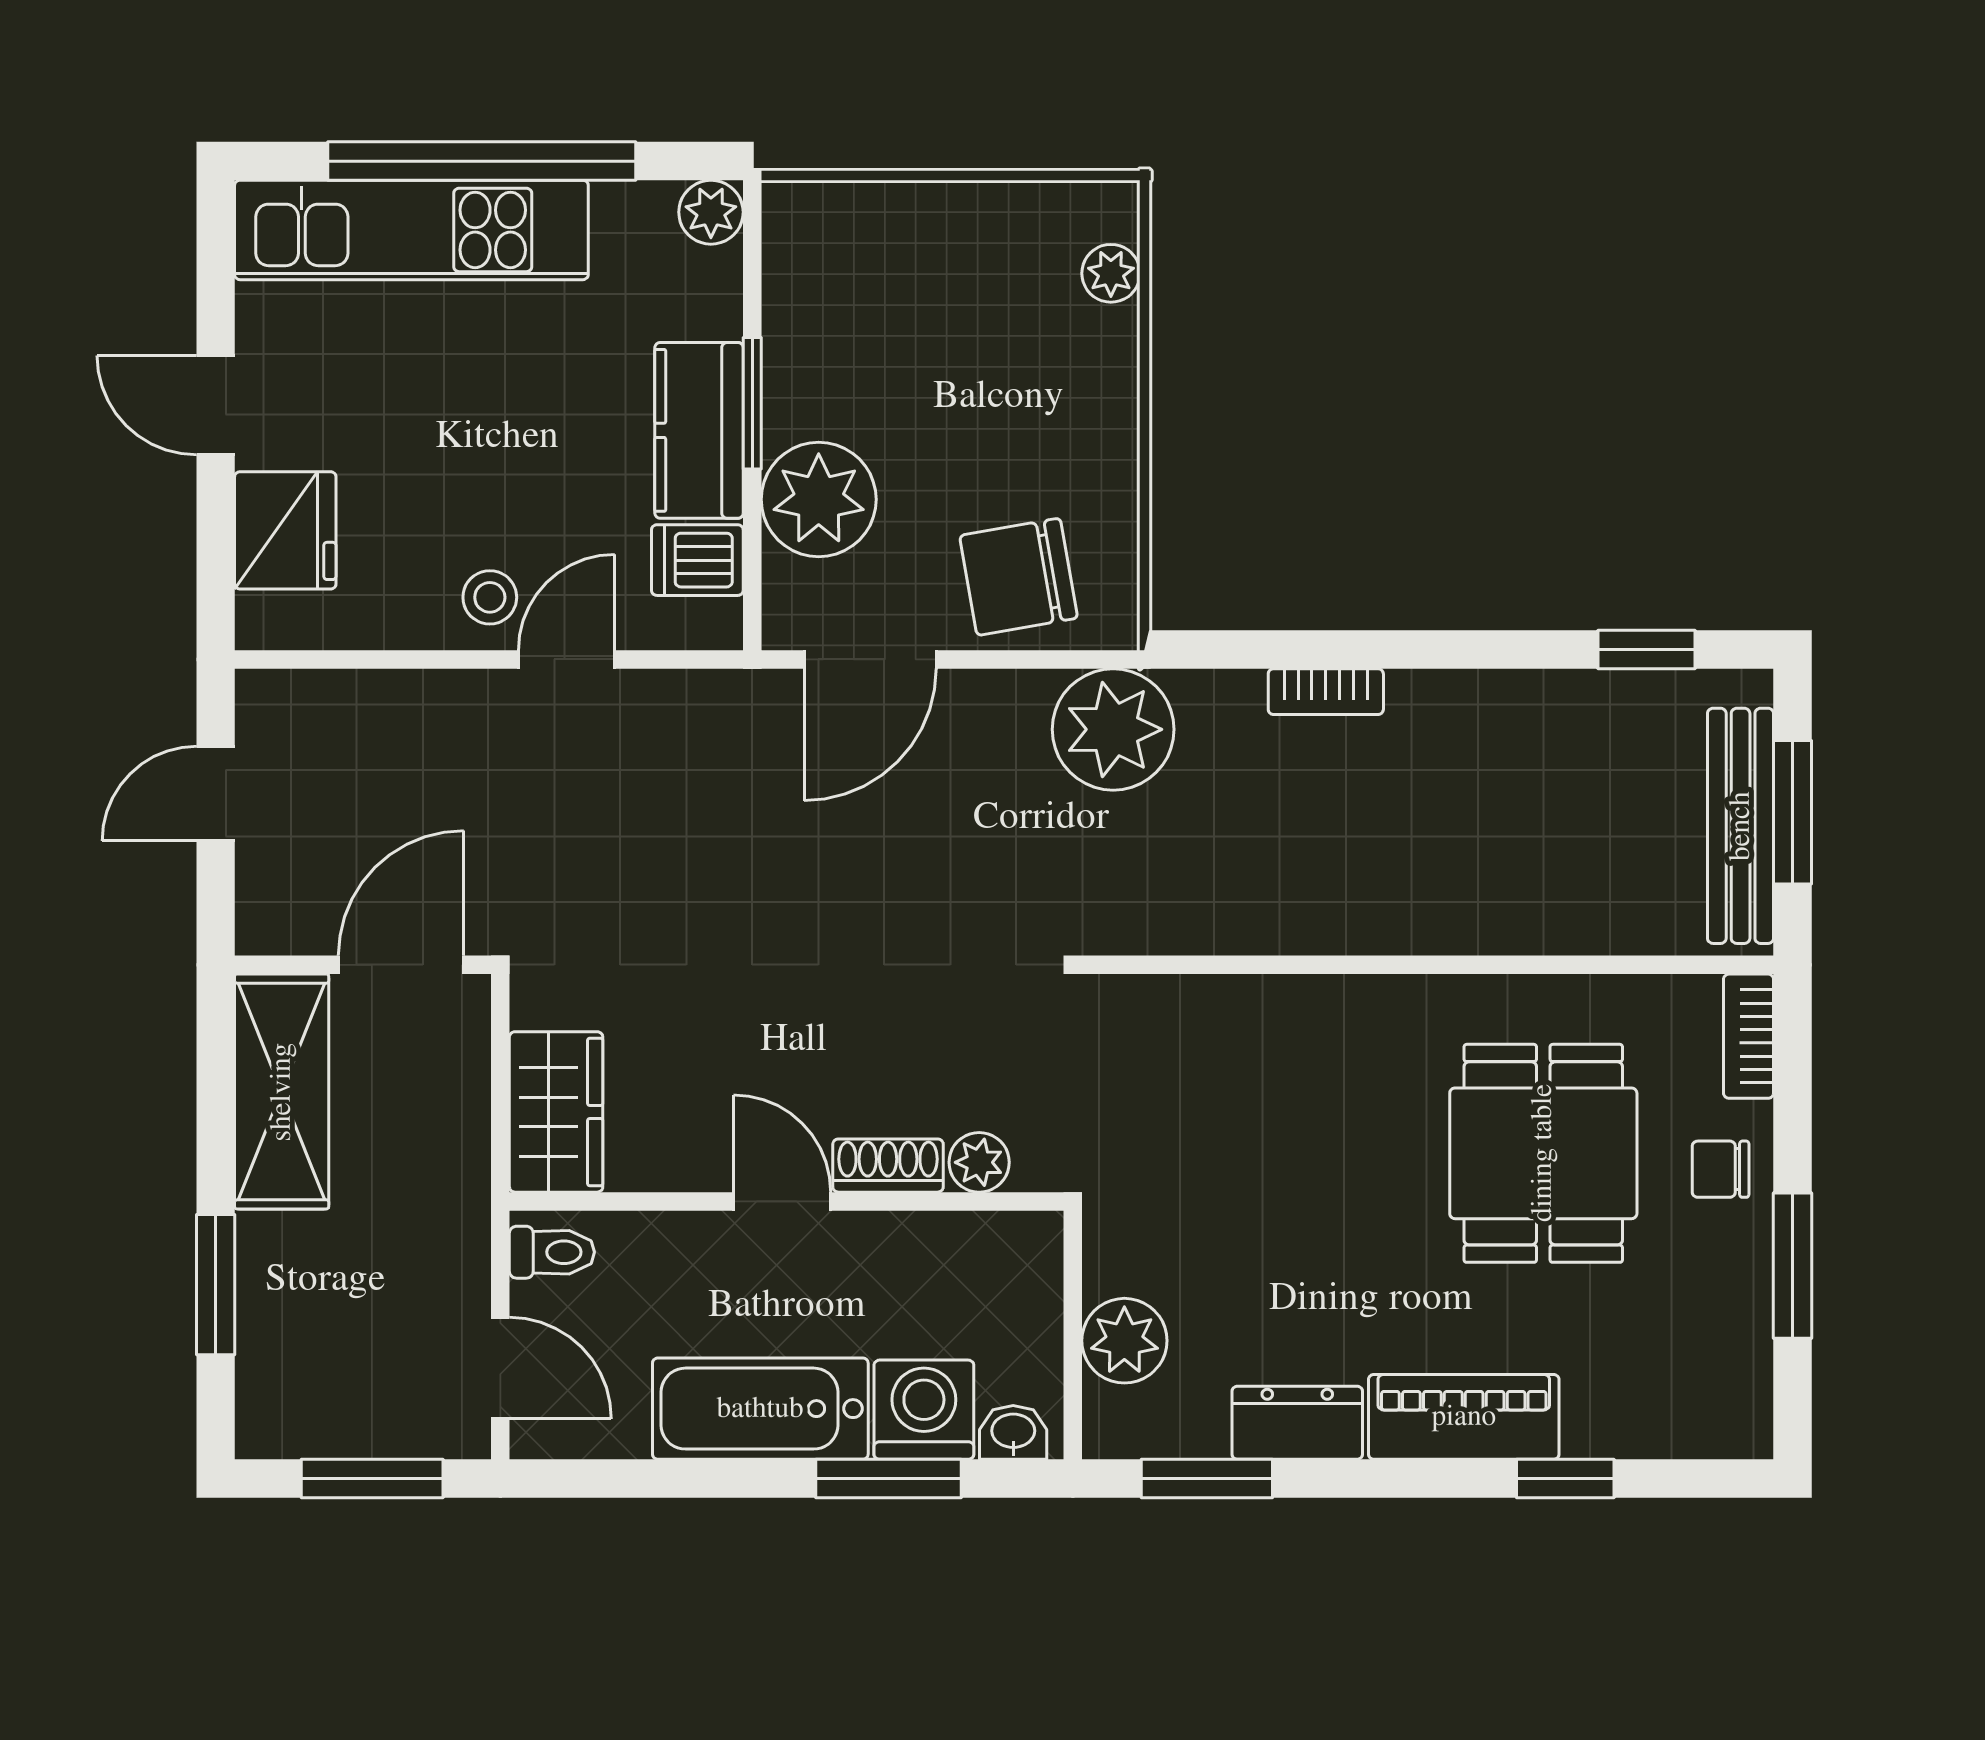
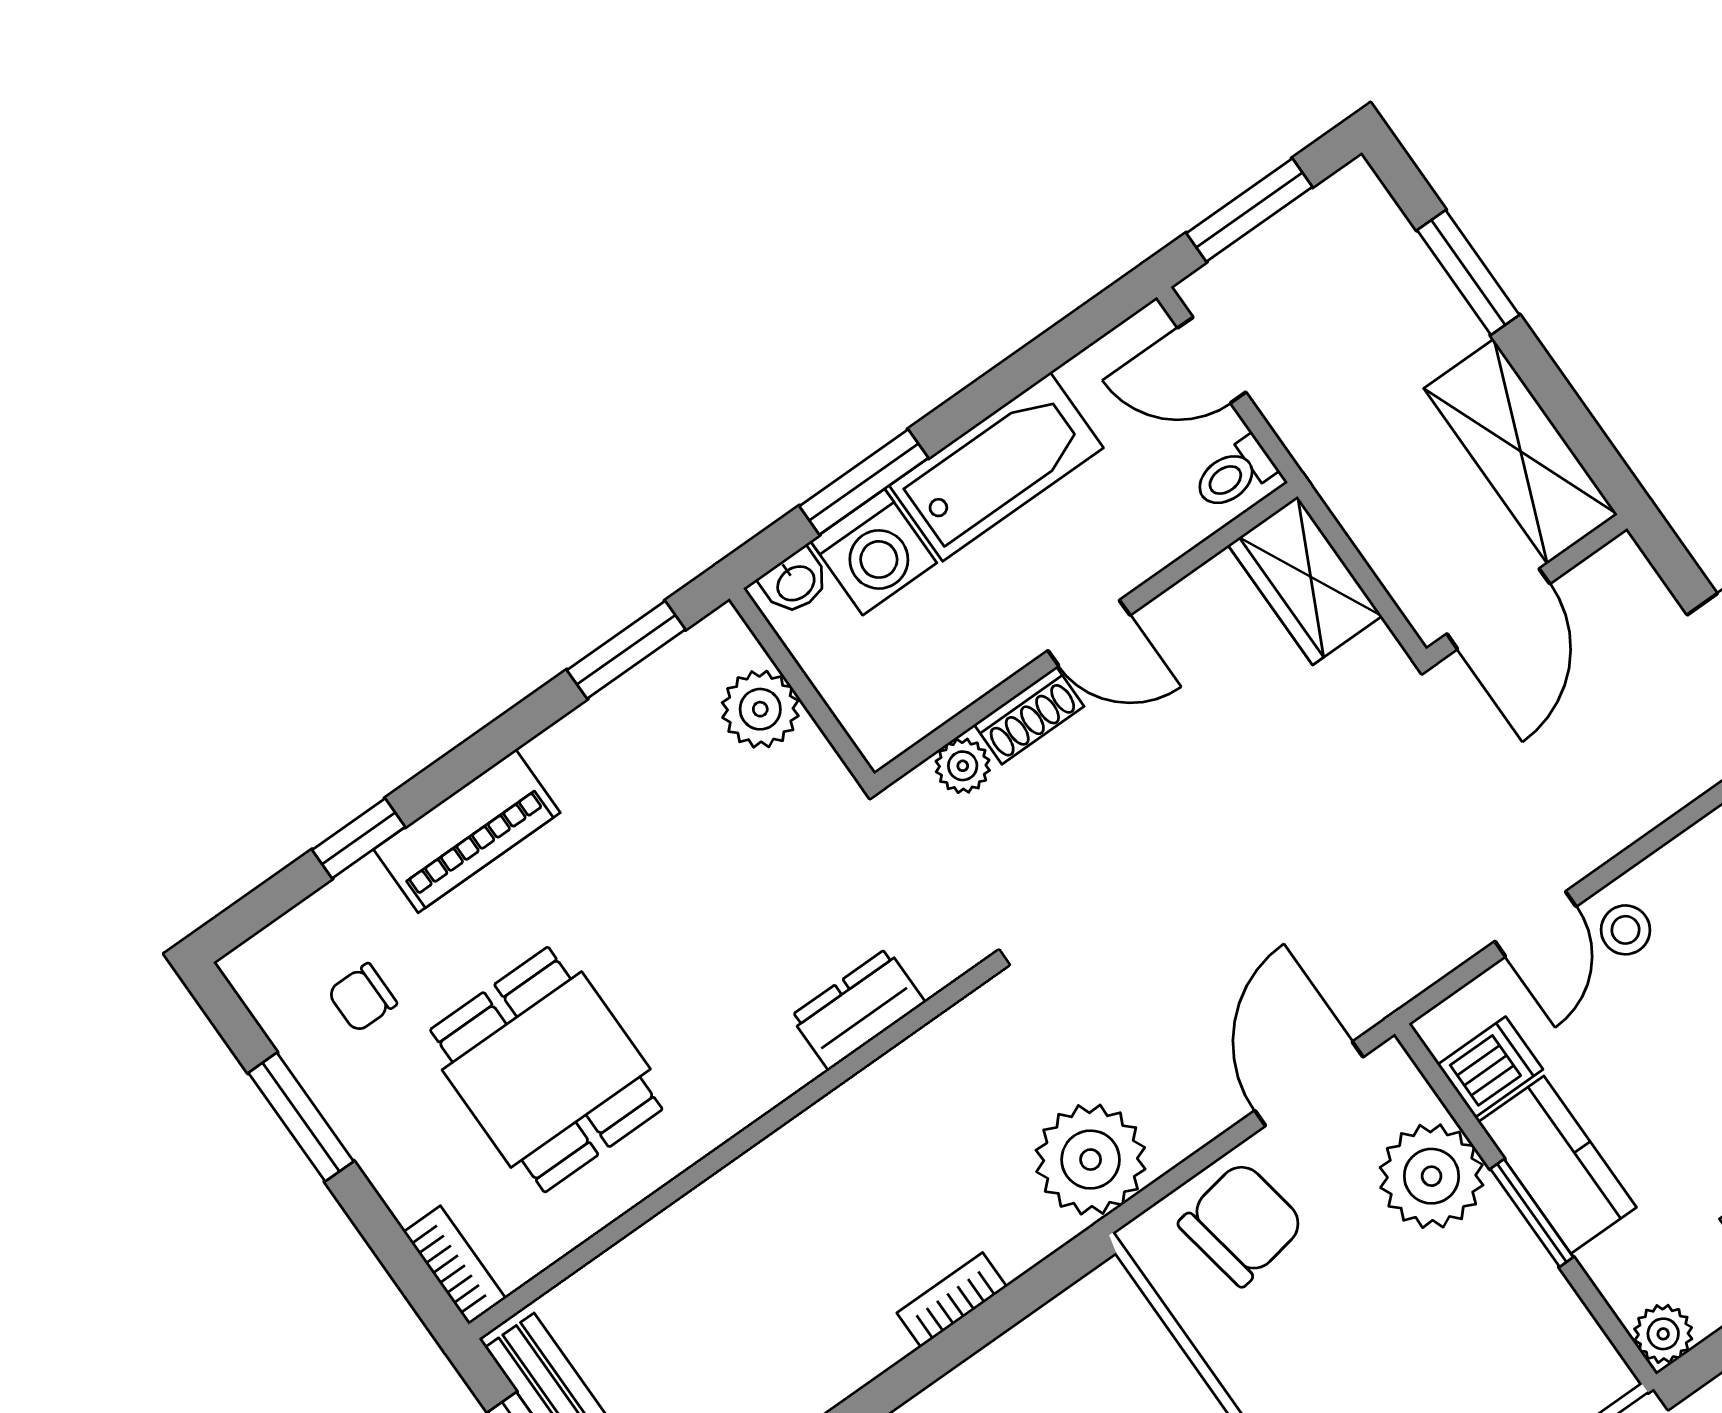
chair: (1721, 1169) -> (362, 998), moved, turned 180
dresser: (1297, 1423) -> (858, 1009), moved, turned 180

